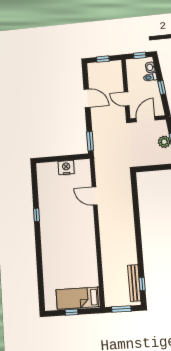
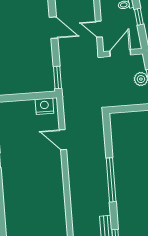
nightstand: (66, 168) -> (44, 106), moved
window: (138, 232) -> (111, 180), added

